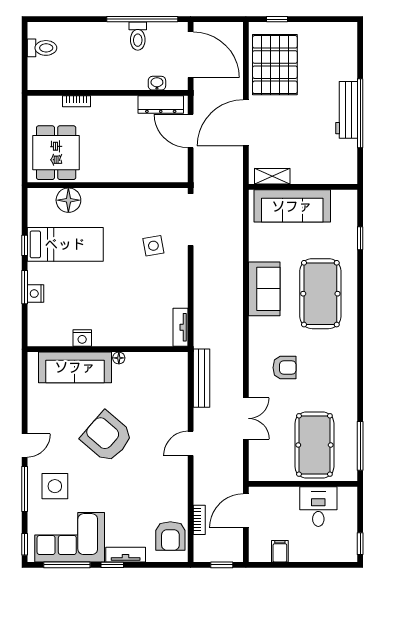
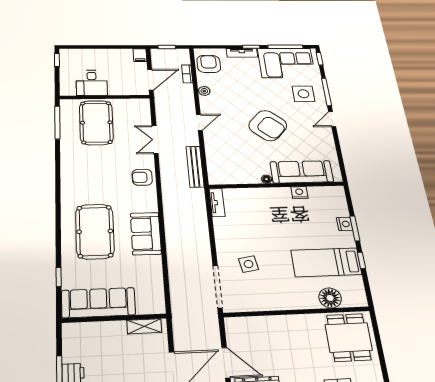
sofa: (292, 206) -> (98, 303), moved
armchair: (285, 368) -> (142, 177), moved
plant: (180, 492) -> (204, 91), added
filing cabinet: (280, 551) -> (140, 55), moved

